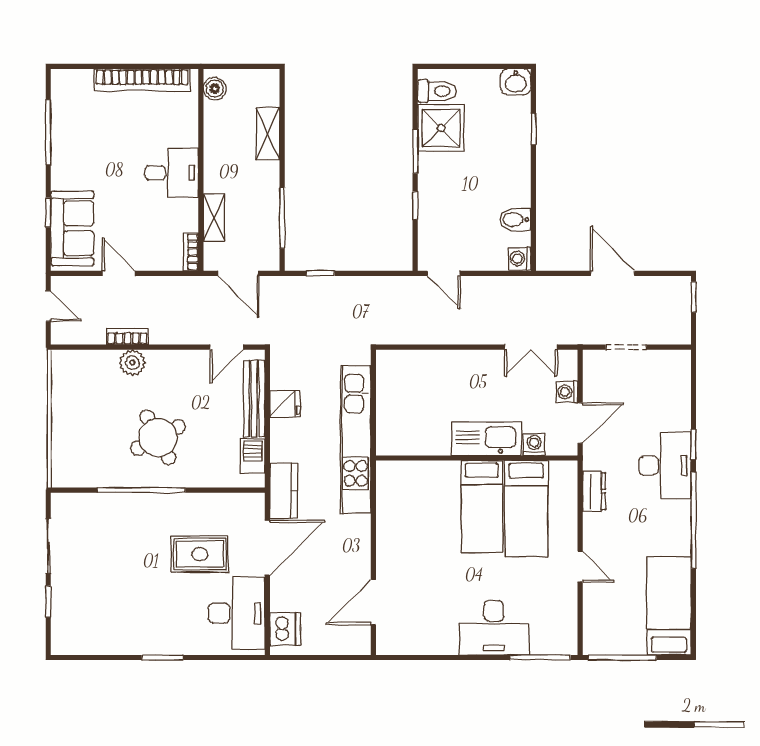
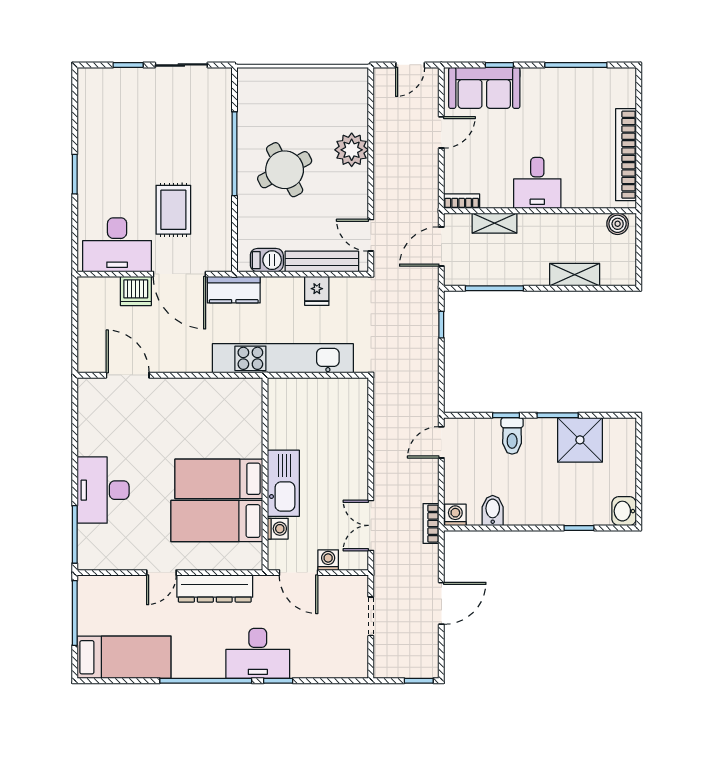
toilet: (437, 91) -> (512, 436), moved
bookcase: (127, 336) -> (431, 524), moved, turned 180
plant: (132, 363) -> (352, 150), width x1.36, depth x1.36
dresser: (594, 491) -> (215, 588), width x1.96, depth x1.24
dishwasher: (285, 629) -> (136, 291), moved

